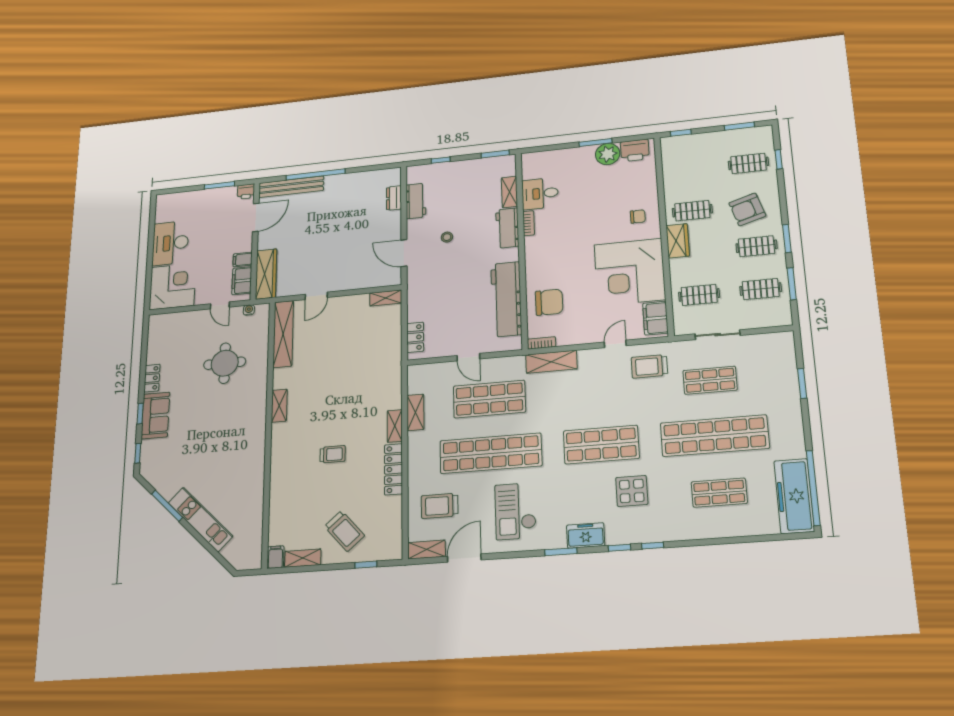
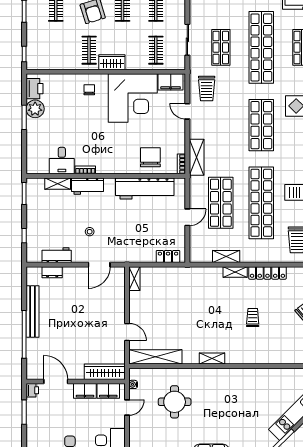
bench: (291, 187) -> (33, 312), moved
filing cabinet: (243, 260) -> (85, 391), width x2.00

